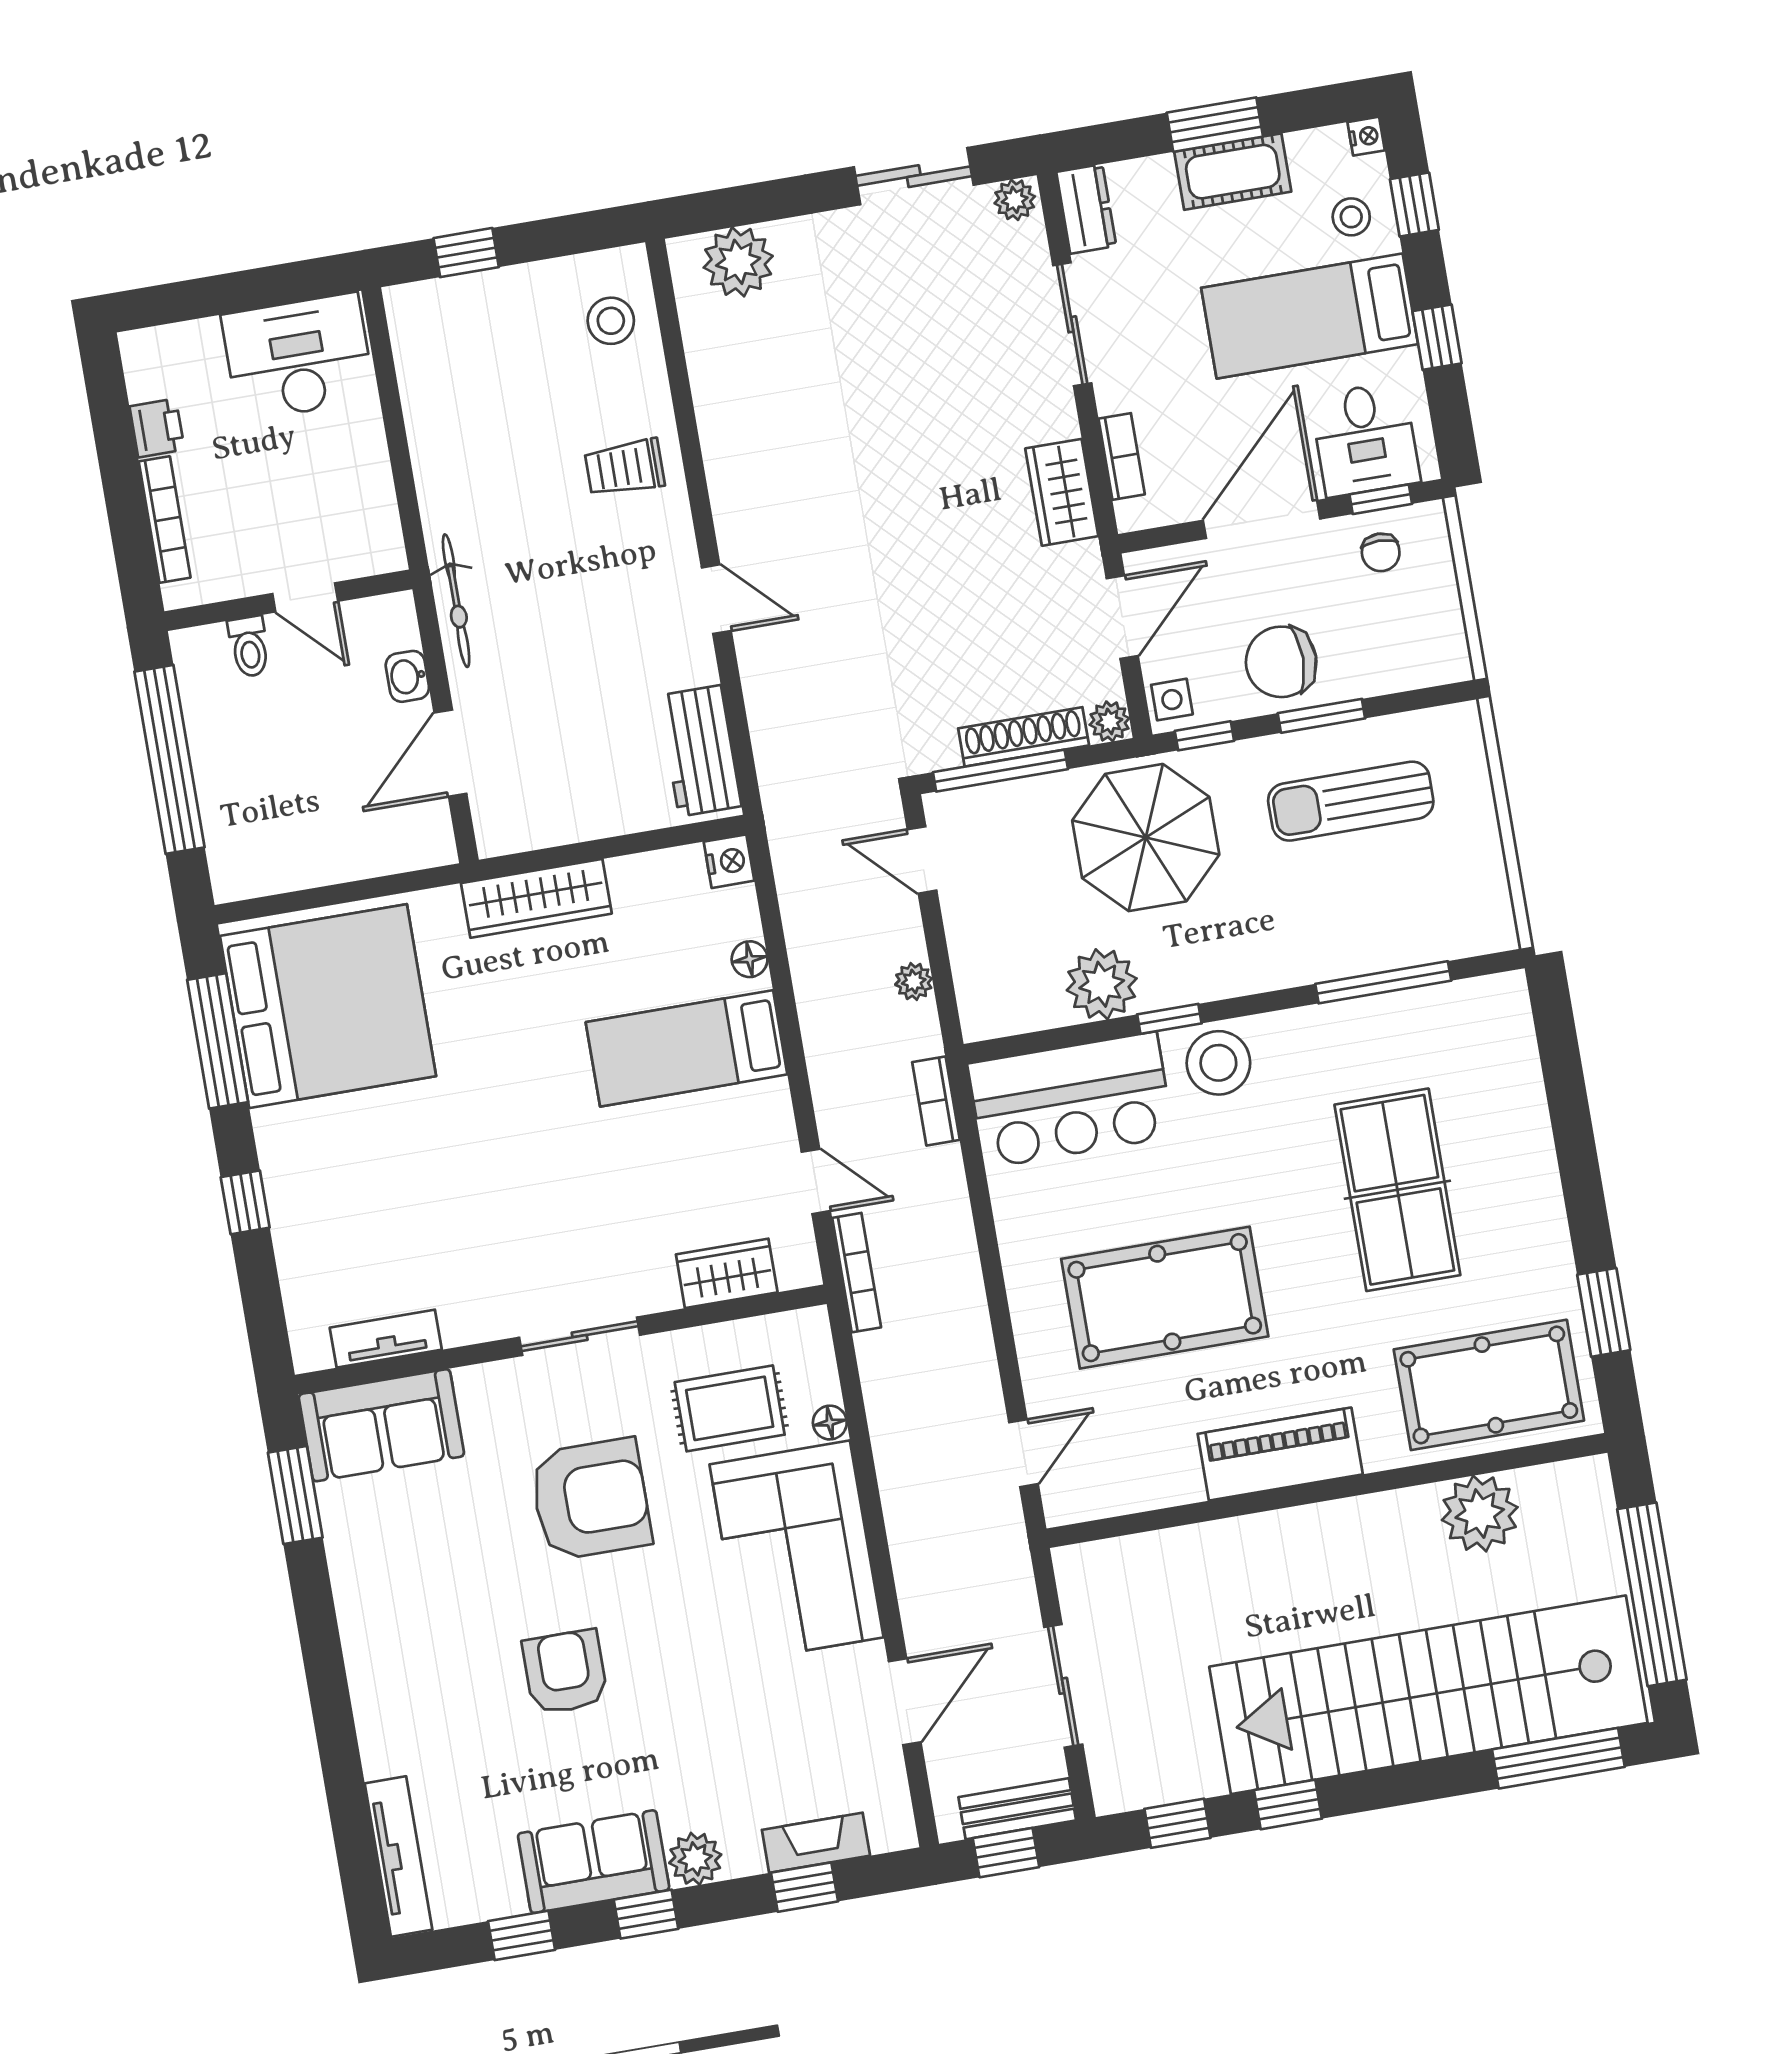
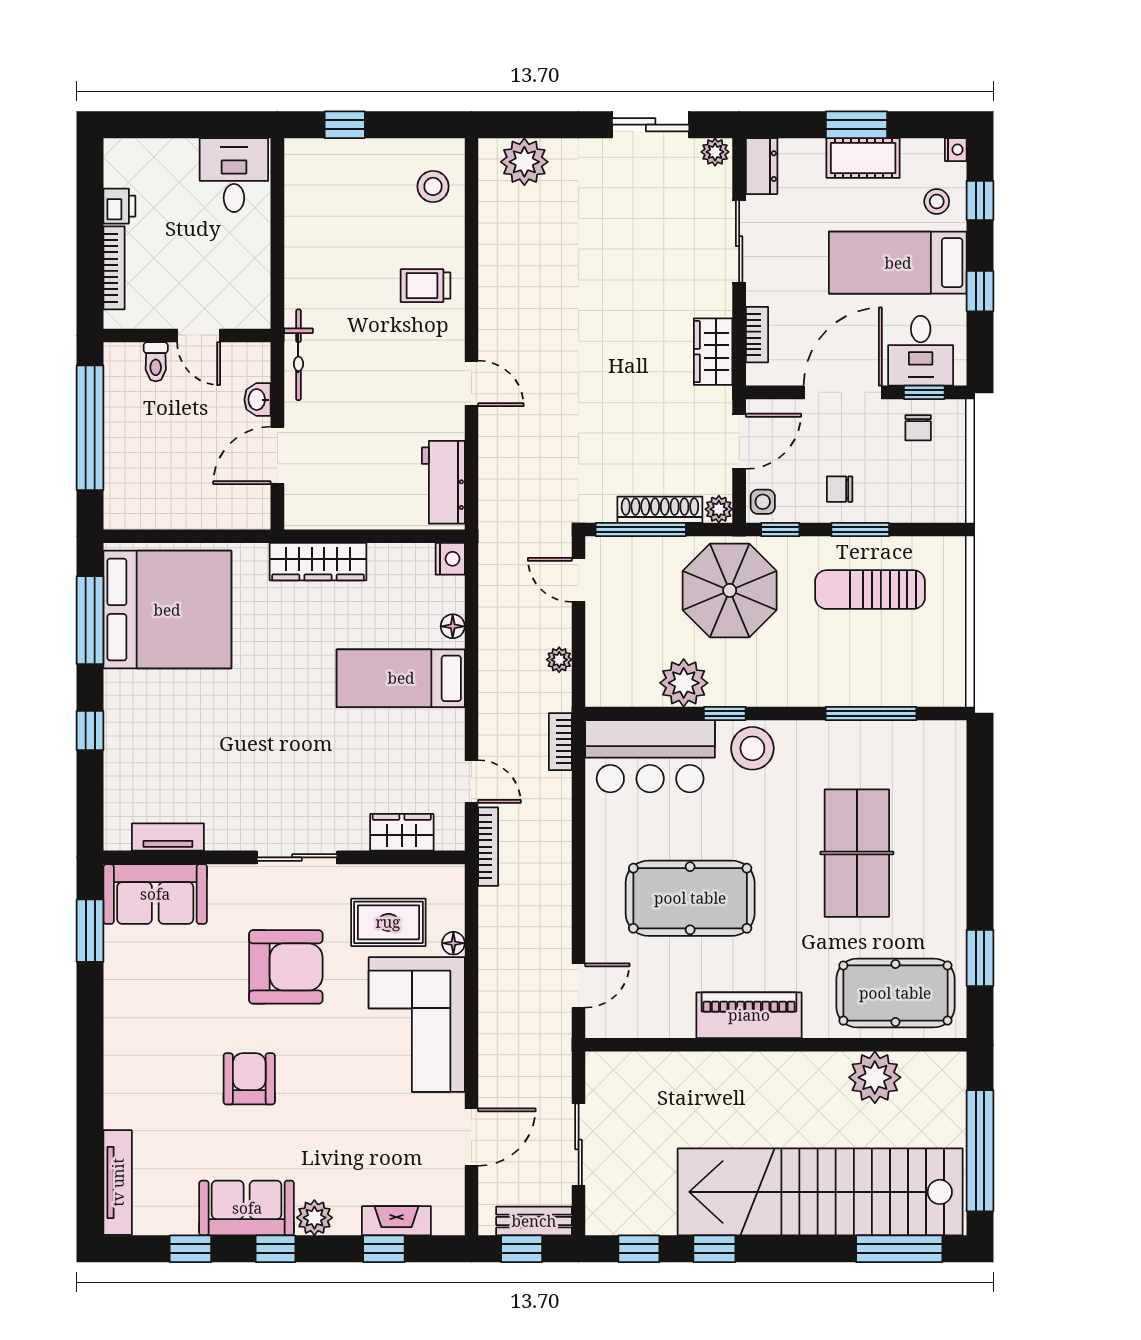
desk: (298, 357) -> (234, 175), width x0.73
chair: (1281, 662) -> (840, 489), width x0.54, depth x0.54

